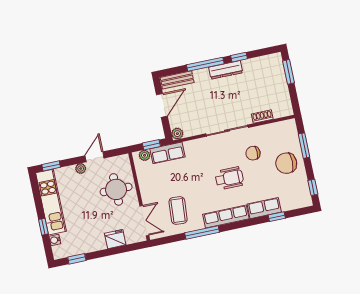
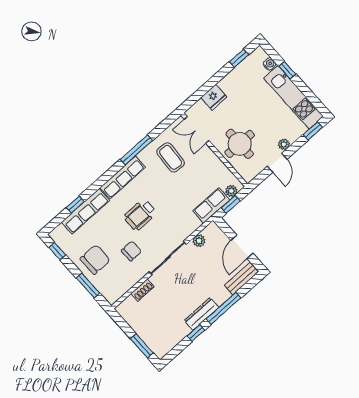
plant: (177, 134) -> (199, 241), moved
row of seats: (264, 208) -> (85, 211), width x1.48

